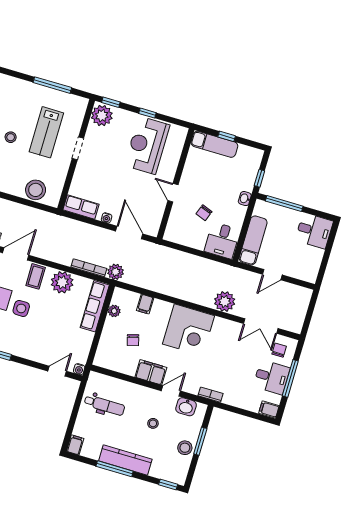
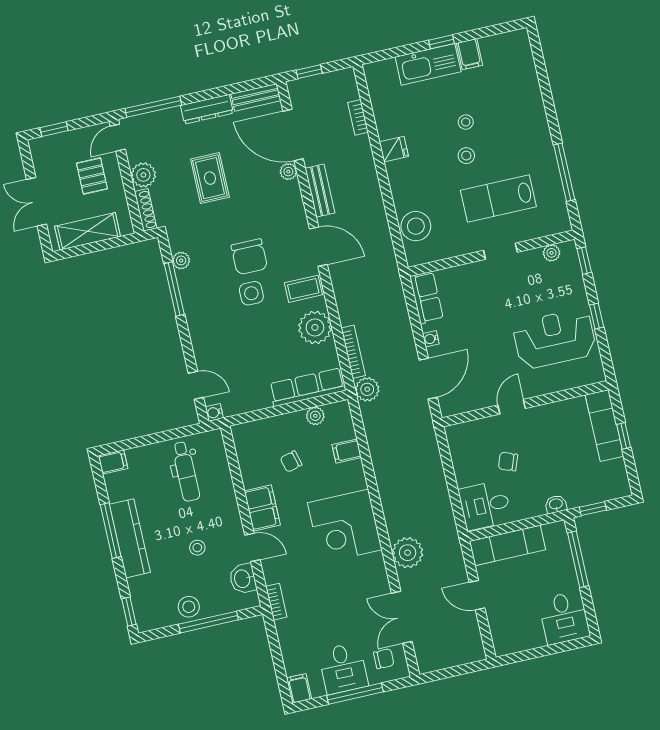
plant: (102, 116) -> (551, 253), width x0.53, depth x0.53
window: (200, 441) -> (208, 622), width x1.44

